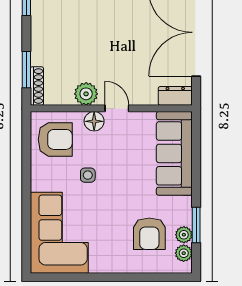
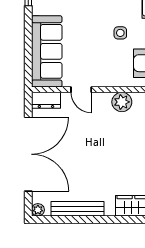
door: (117, 108) -> (81, 90), moved
floor lamp: (94, 121) -> (115, 79), removed

